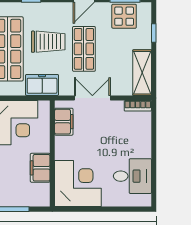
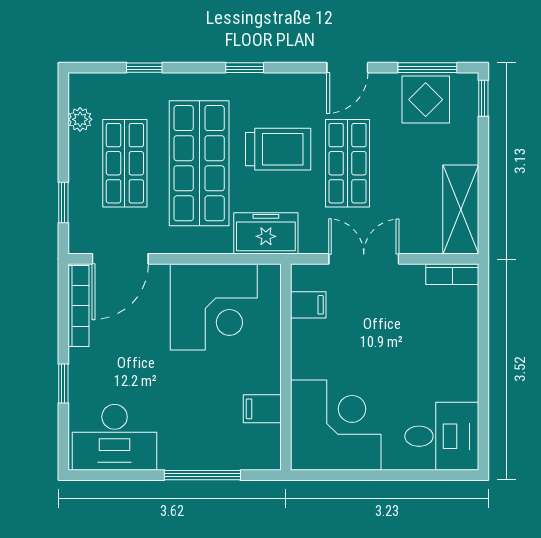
window: (154, 33) -> (483, 98), moved
filing cabinet: (64, 122) -> (308, 305), width x0.50
filing cabinet: (40, 168) -> (262, 409), width x0.50
desk: (132, 176) -> (442, 436), moved

